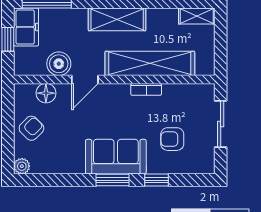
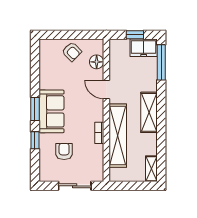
boiler: (59, 64) -> (118, 71), removed
plant: (22, 166) -> (45, 45), removed

